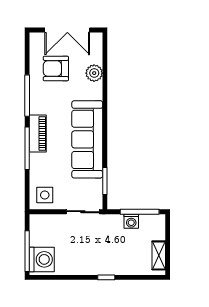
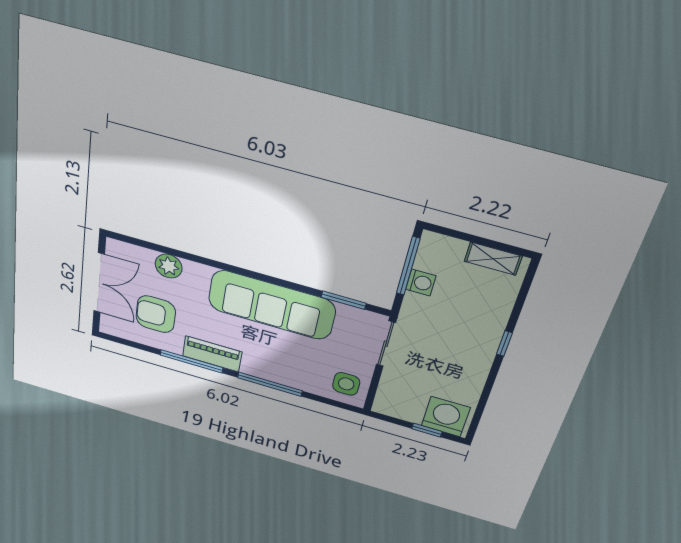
armchair: (56, 69) -> (156, 314), turned 90
piano: (38, 134) -> (212, 354), moved
window: (27, 251) -> (427, 430), width x0.46

